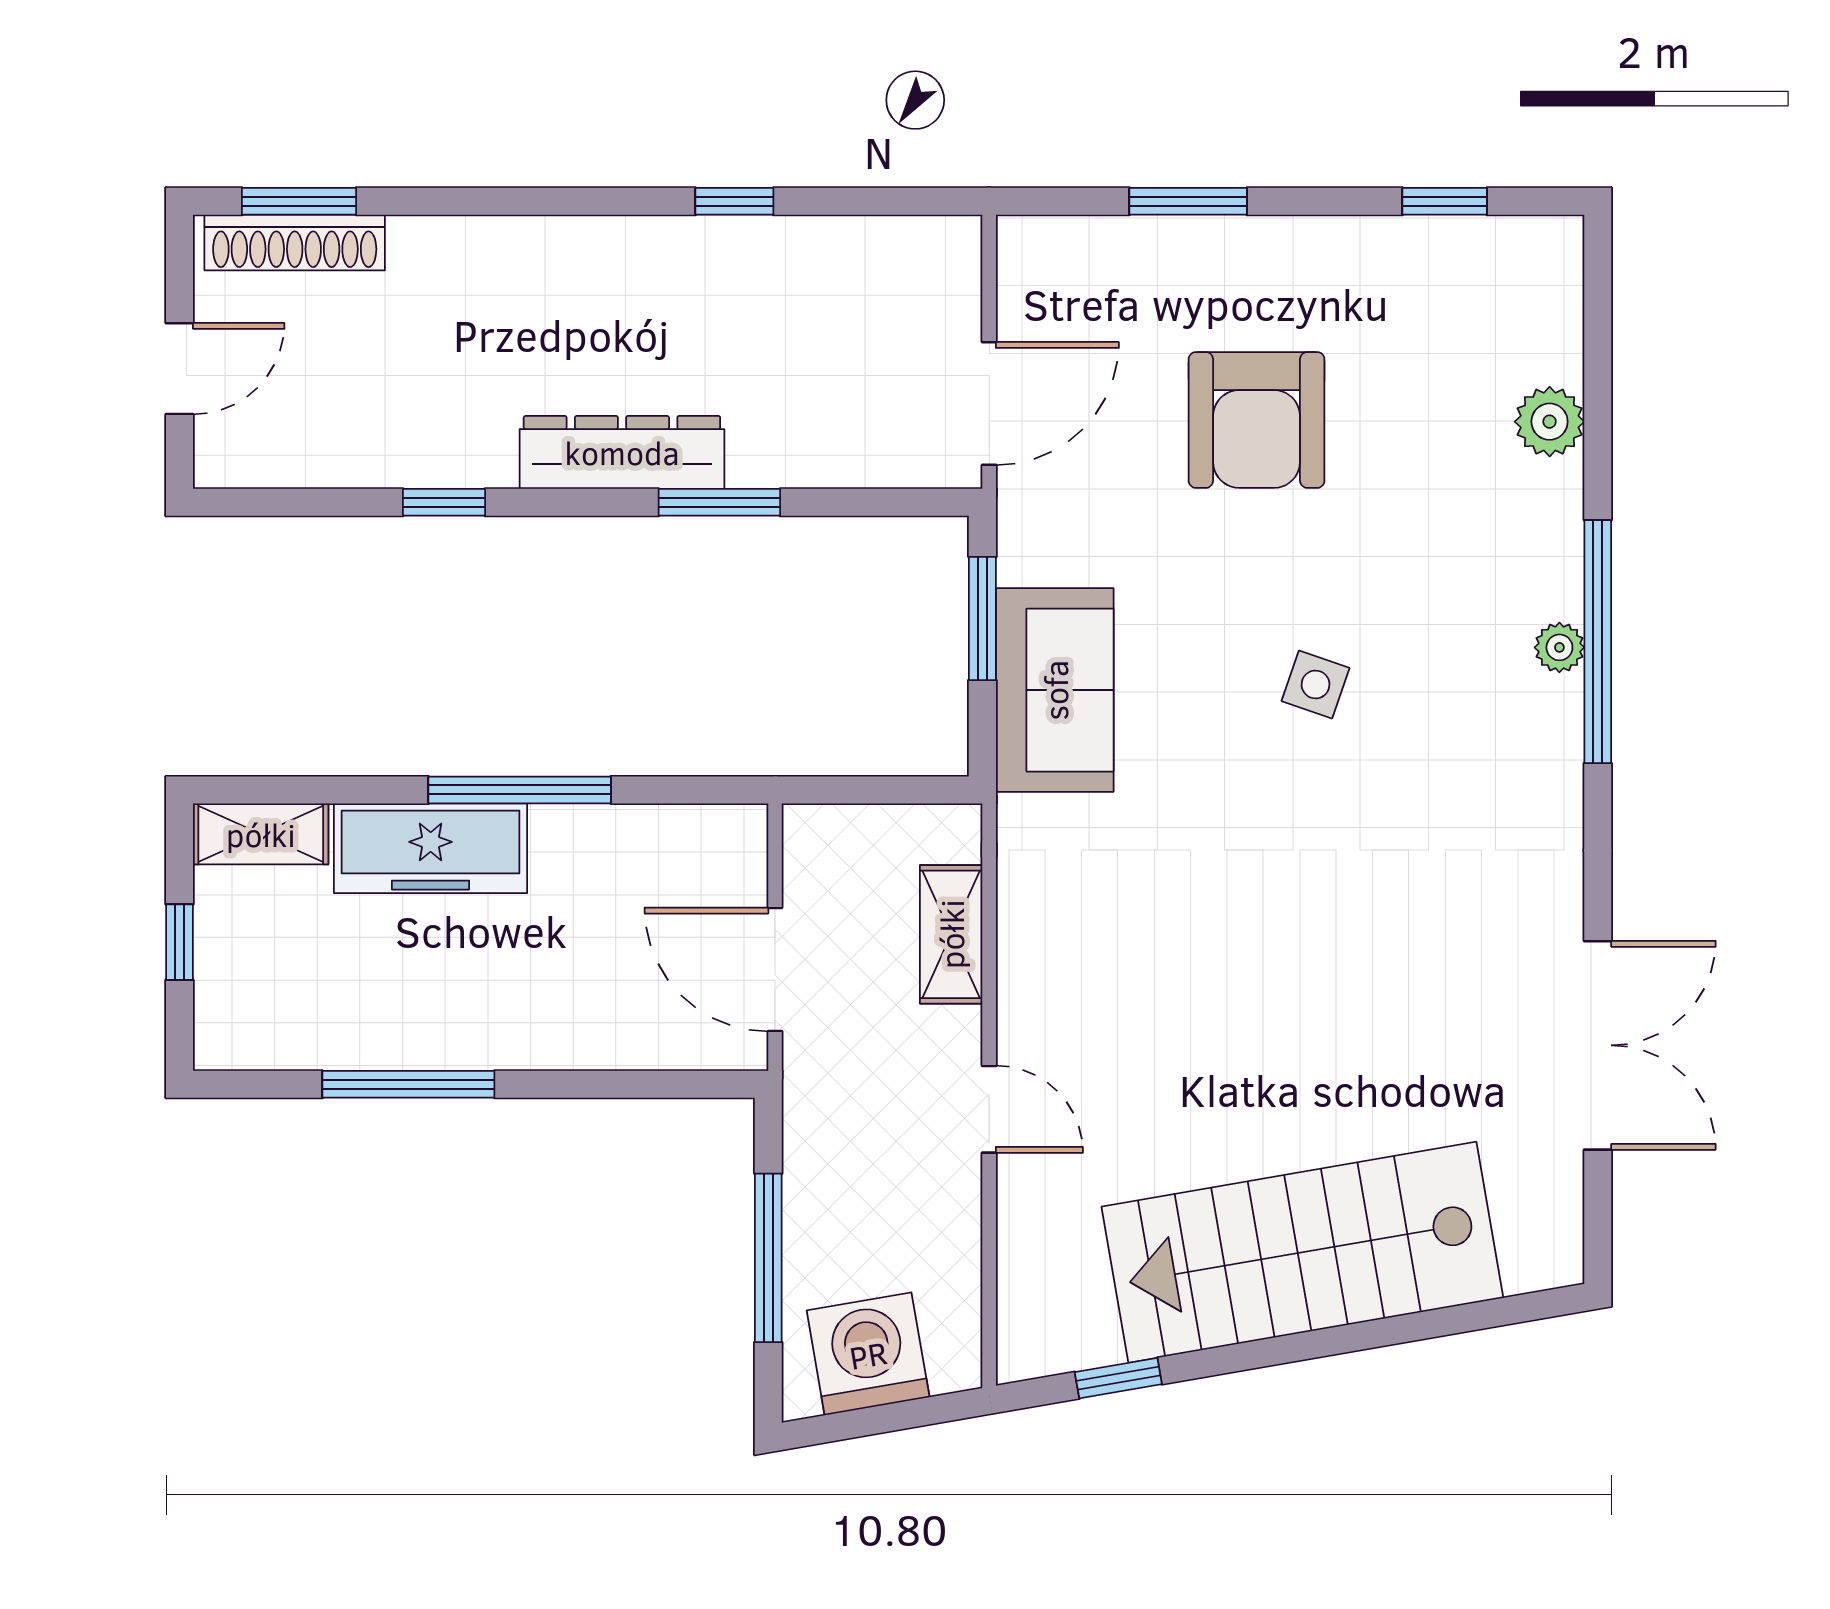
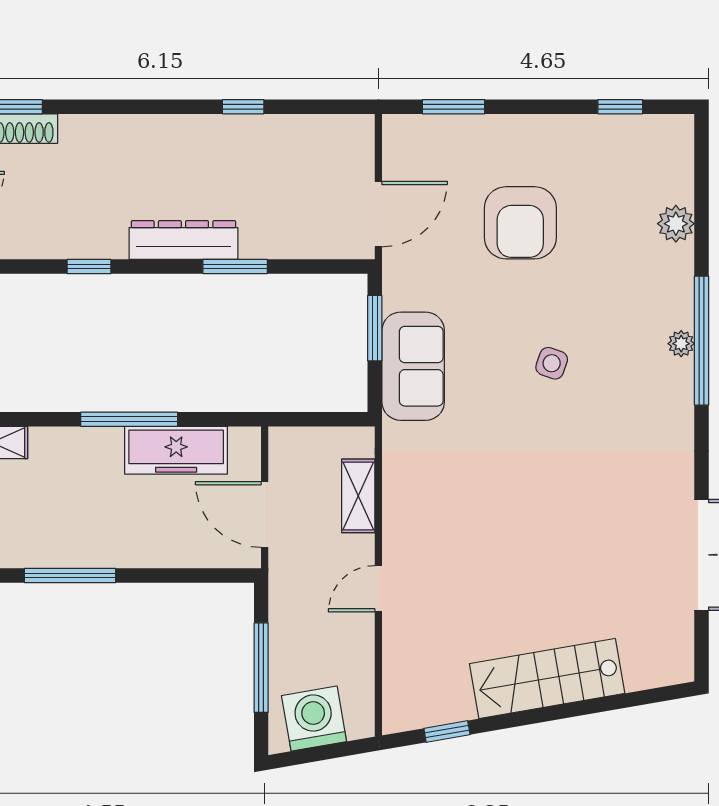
window: (1188, 201) -> (453, 107), moved
freezer: (431, 848) -> (176, 450), moved
door: (989, 1109) -> (378, 589), swing flipped
stairs: (1302, 1252) -> (547, 679), width x0.73, depth x0.66

